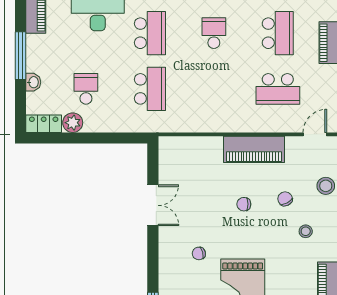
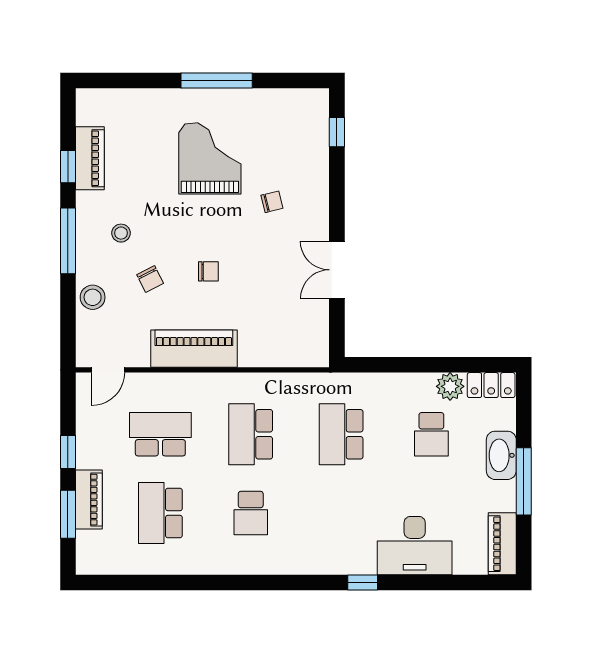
school desk: (150, 33) -> (251, 434), moved
washbasin: (33, 82) -> (501, 455), width x1.91, depth x1.45

